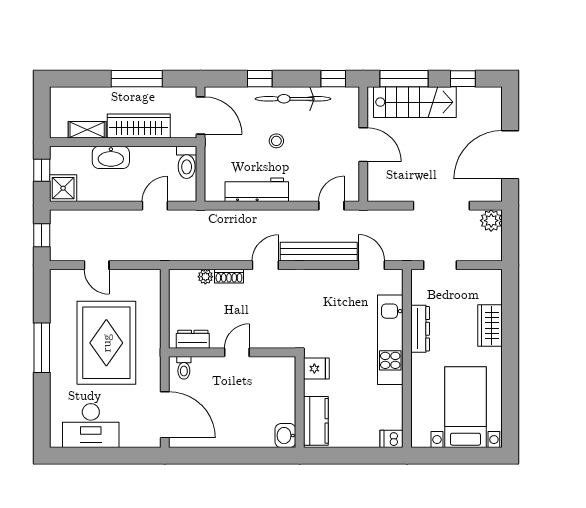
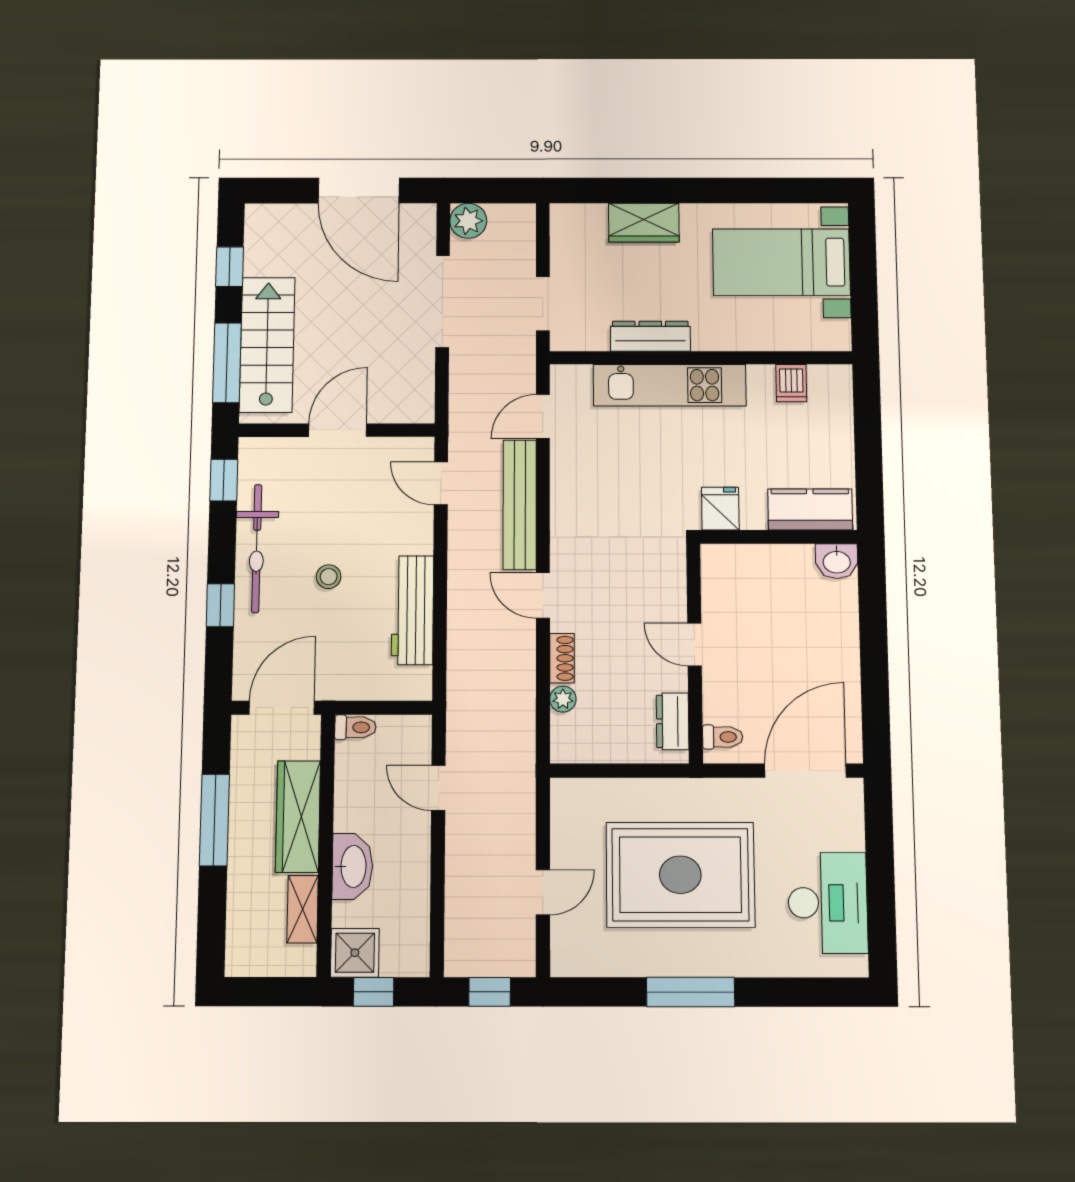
toilet: (187, 162) -> (355, 727), width x0.73, depth x0.72
shower: (63, 188) -> (355, 953), moved
dishwasher: (392, 439) -> (791, 383), moved

